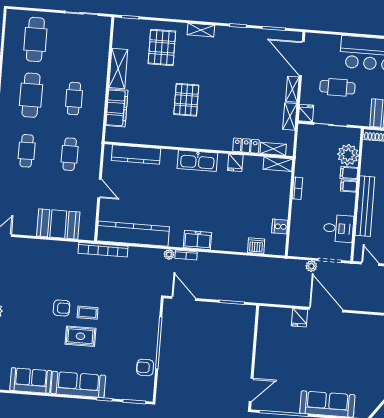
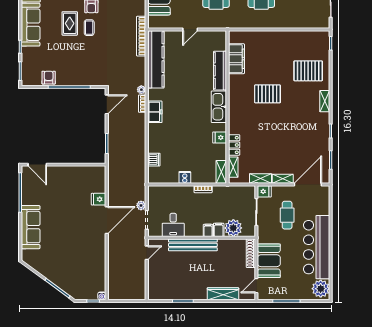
shelving: (118, 68) -> (288, 37), removed
filing cabinet: (117, 108) -> (236, 59), moved, turned -90
kitchen counter: (136, 155) -> (220, 71), moved
cooker: (280, 226) -> (185, 177), moved

